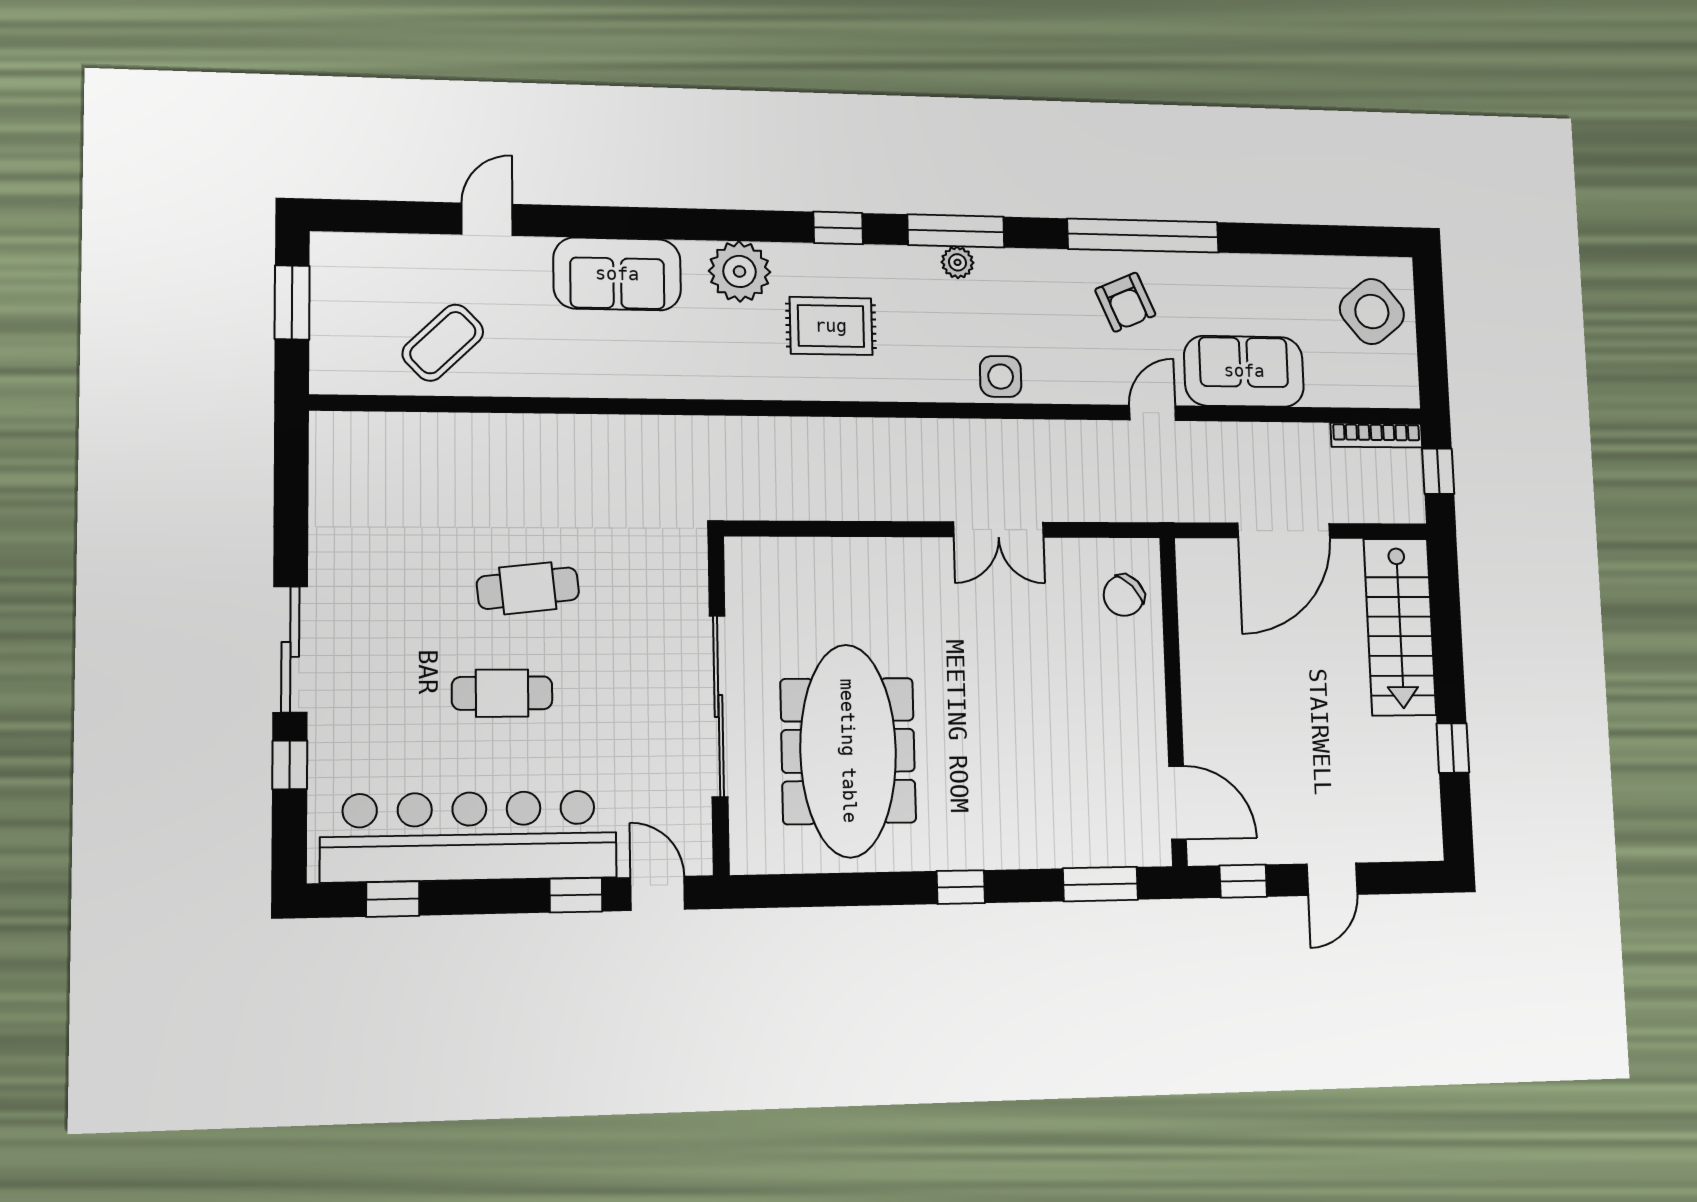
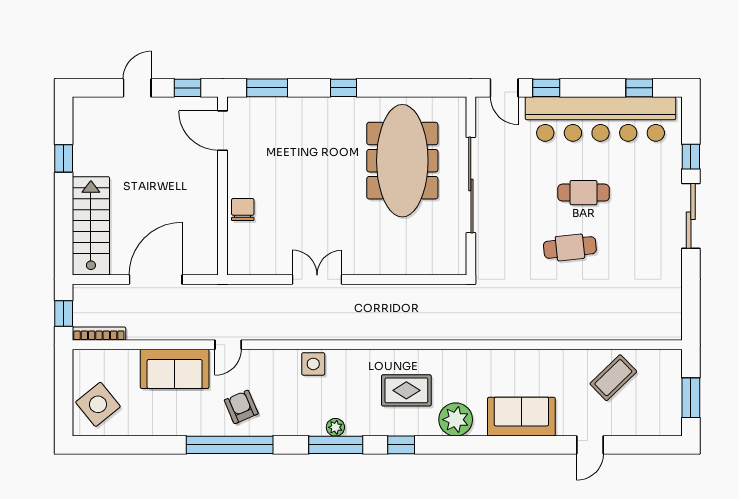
chair: (1124, 596) -> (243, 210), moved, turned -46

